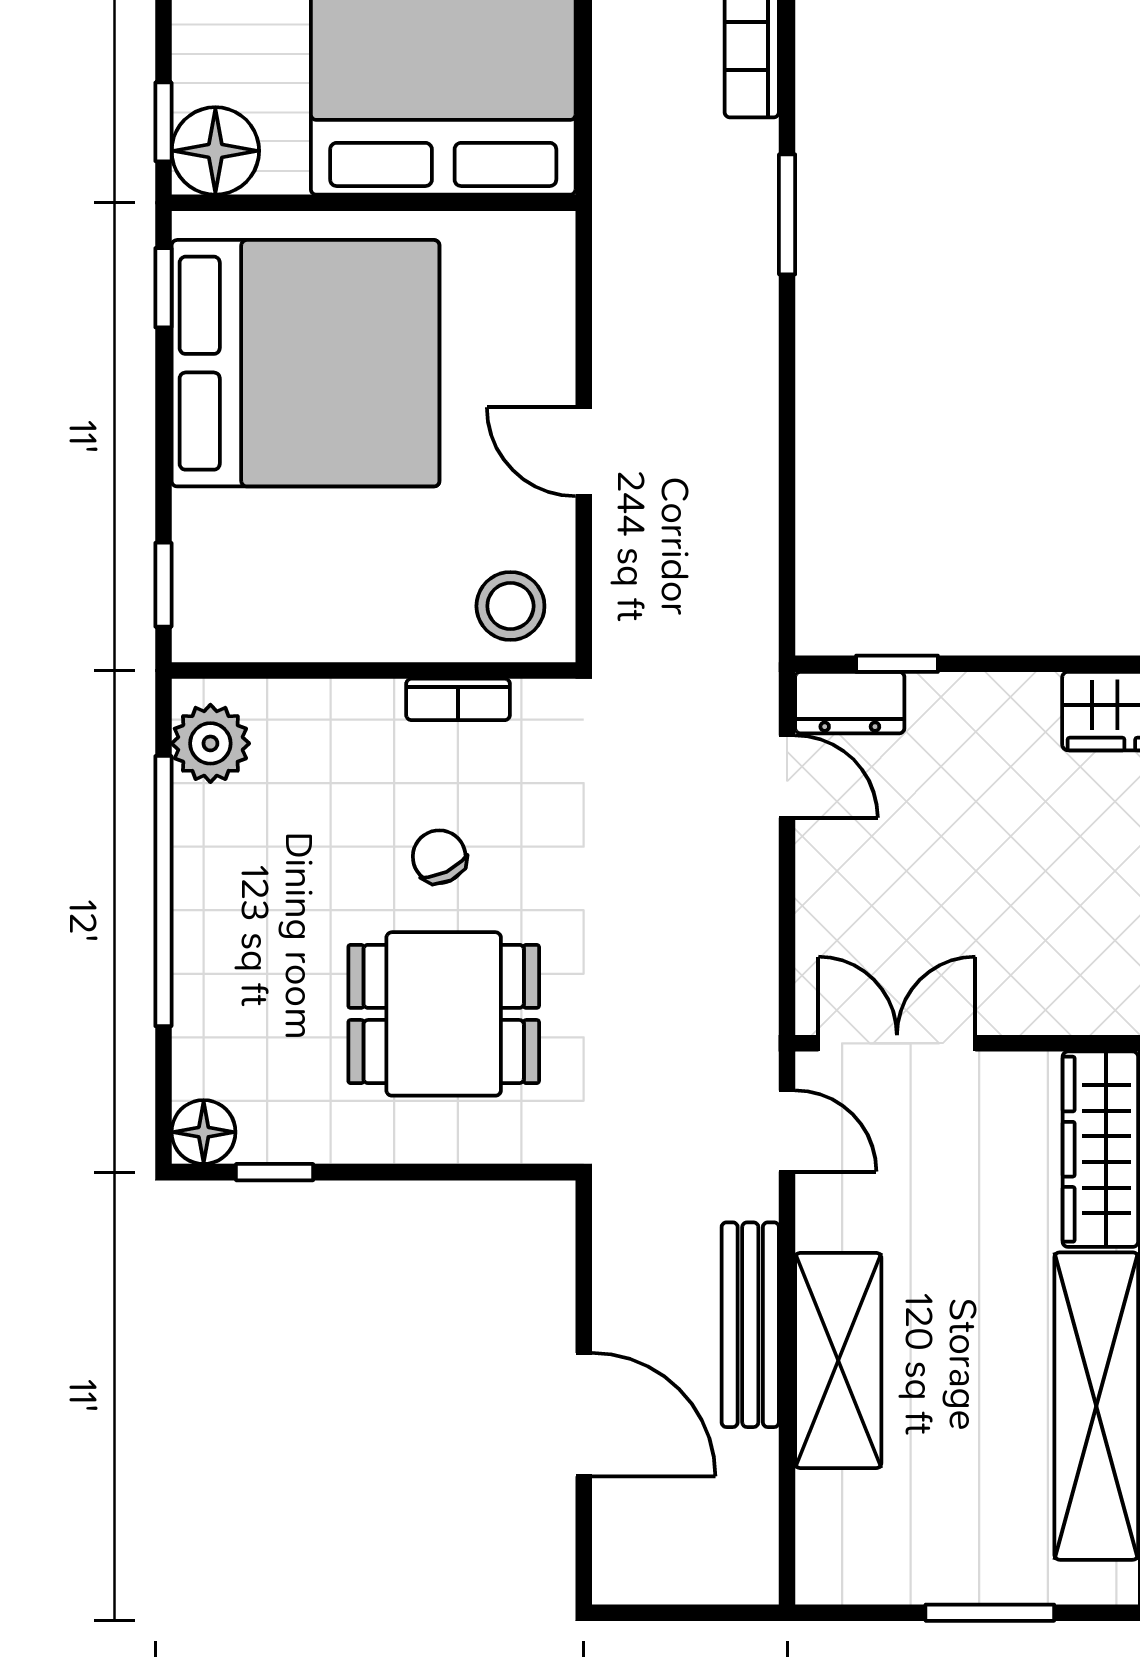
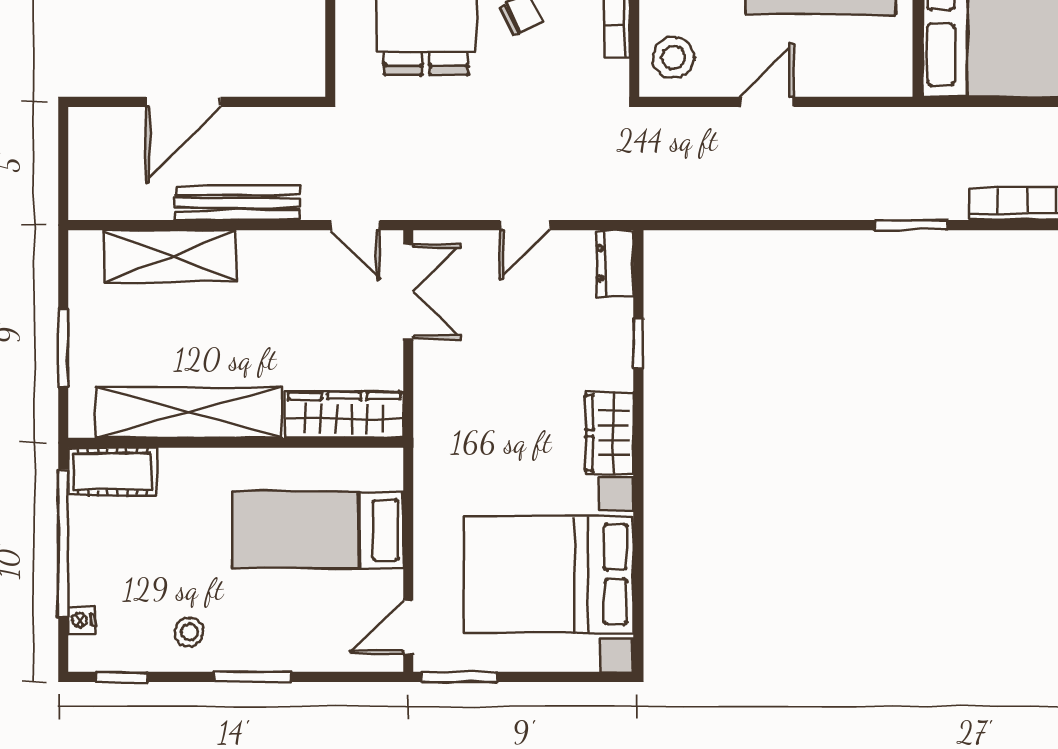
window: (897, 664) -> (638, 343), moved
door: (787, 777) -> (525, 225), moved
door: (787, 1131) -> (355, 225), hinge flipped
shelving: (838, 1360) -> (170, 256), moved

